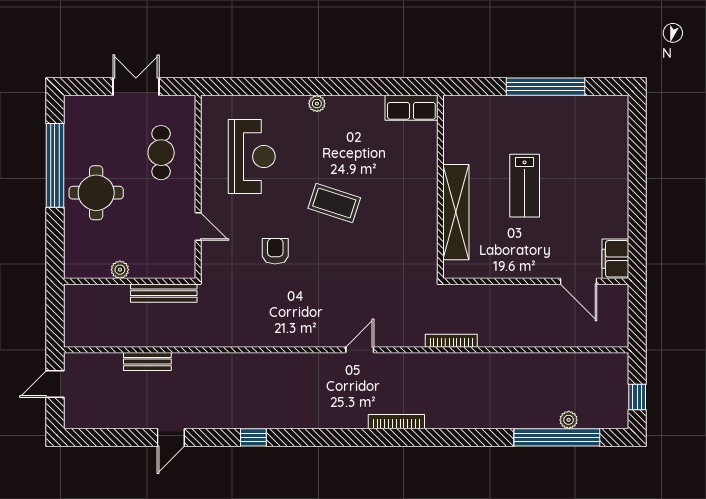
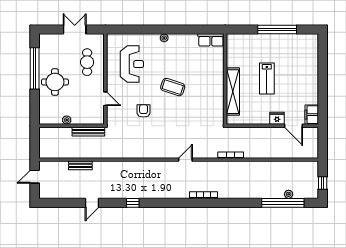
fridge: (545, 266) -> (277, 118), added

